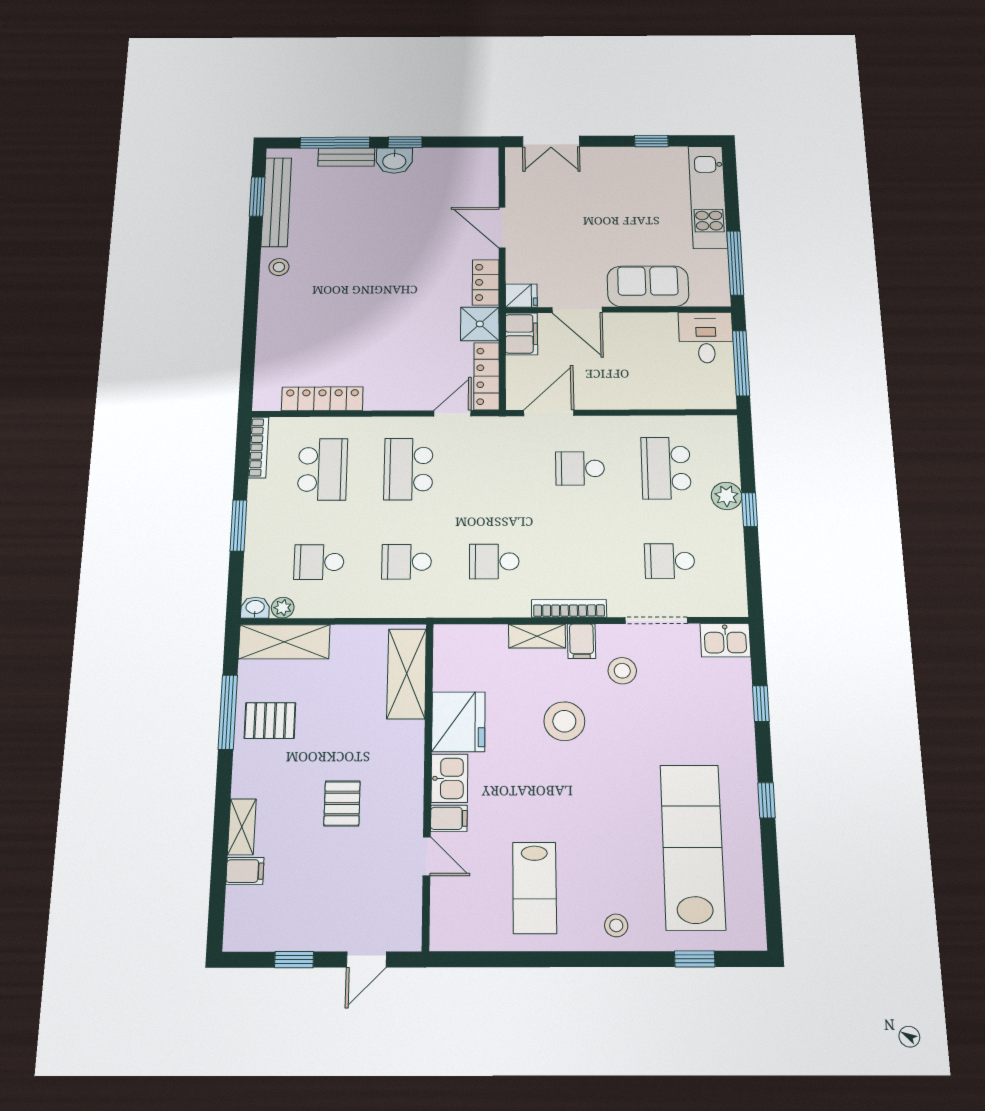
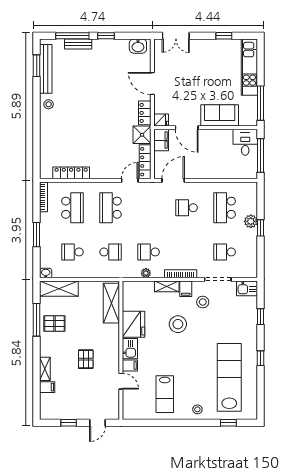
washbasin: (394, 161) -> (138, 46), moved
school desk: (407, 562) -> (110, 252), turned 180
plant: (283, 608) -> (146, 273), moved

